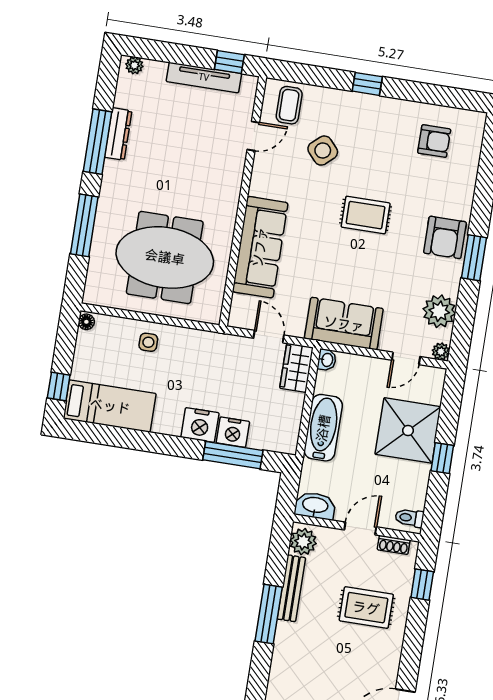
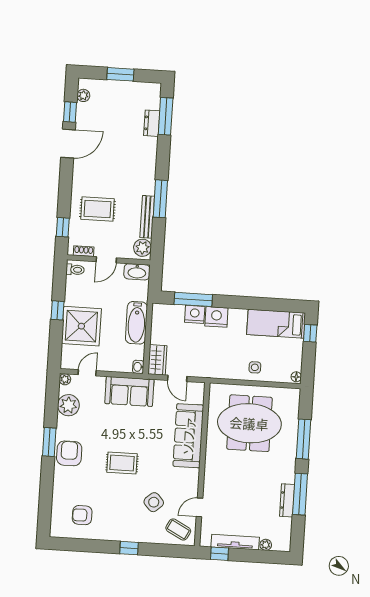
plant: (134, 65) -> (266, 545), moved
coffee table: (289, 105) -> (178, 529), turned -62

